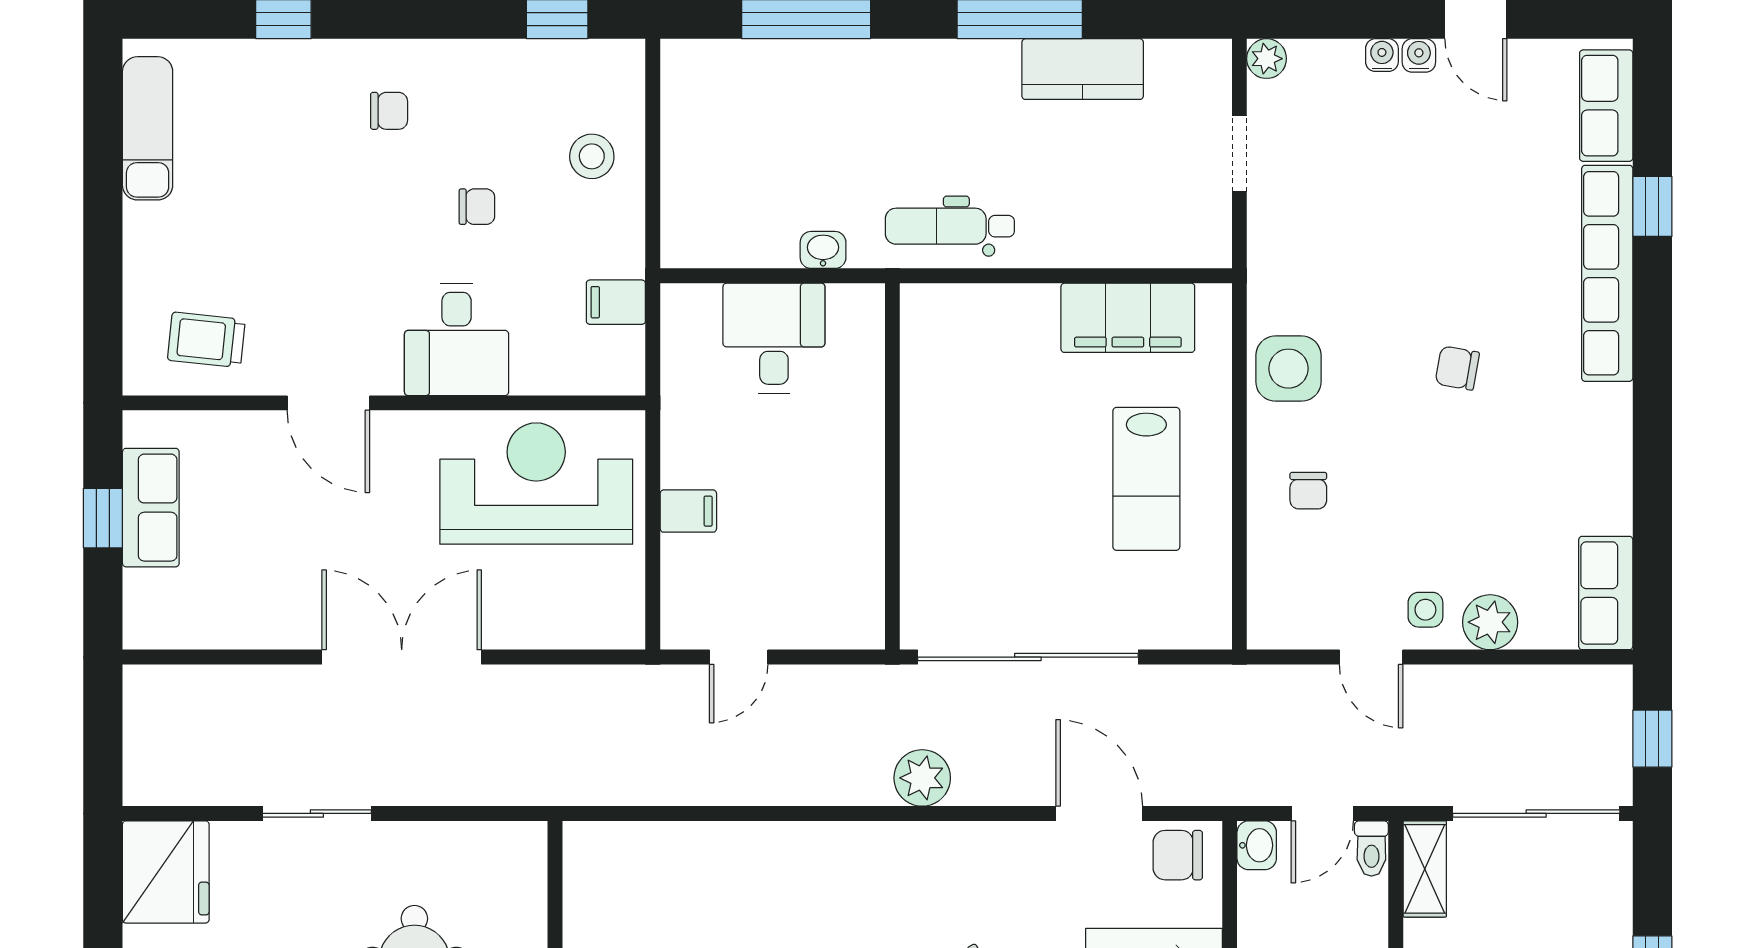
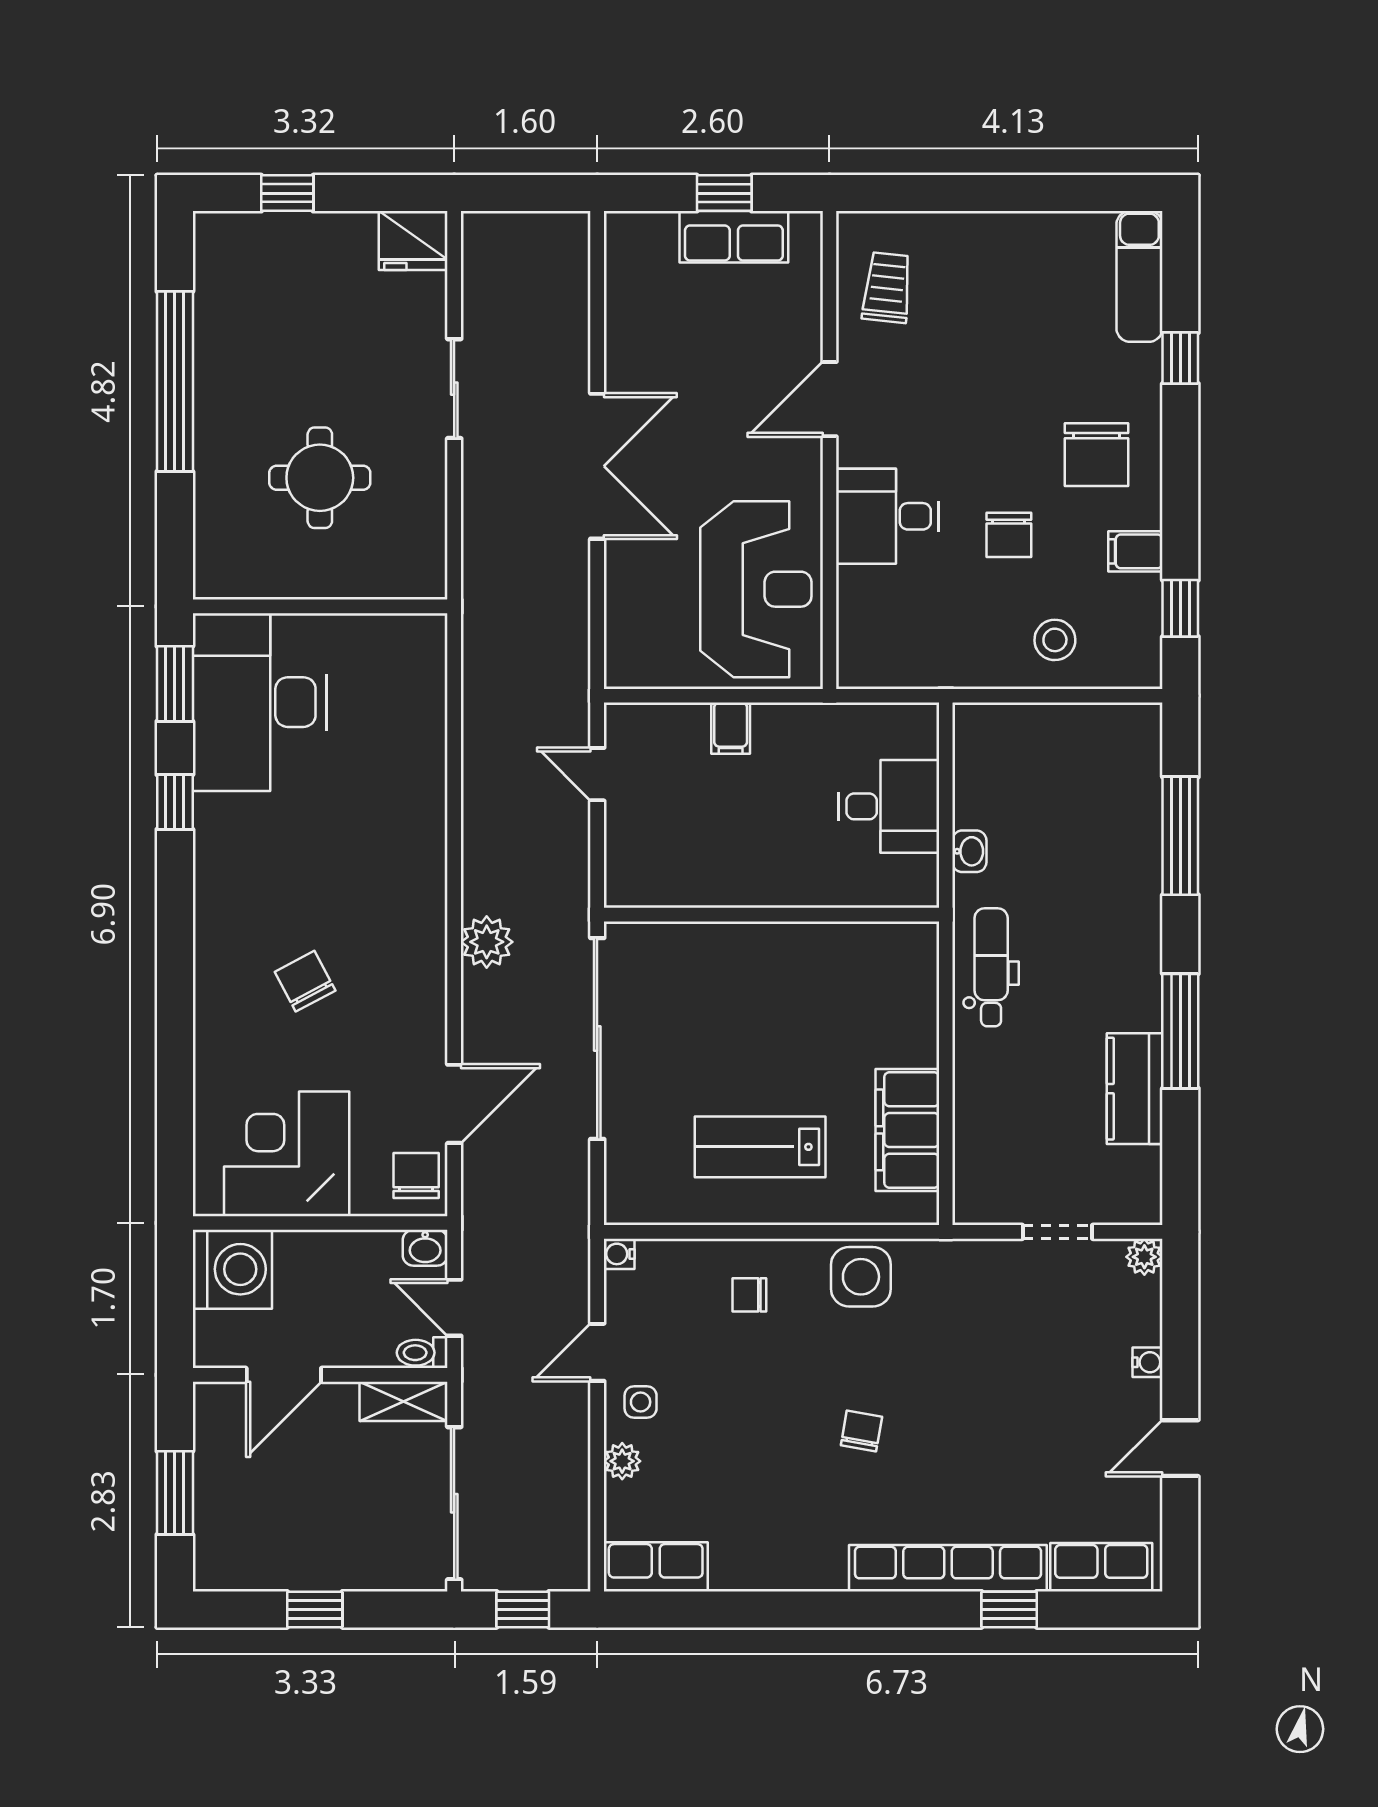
water cooler: (1419, 55) -> (619, 1254), moved, turned 180
chair: (389, 111) -> (1097, 455), width x1.87, depth x1.87
exam couch: (148, 128) -> (1139, 276), moved, turned 90
chair: (477, 207) -> (1009, 535), width x1.37, depth x1.37
filing cabinet: (616, 302) -> (1135, 551), moved, turned -90
plant: (1490, 622) -> (622, 1461), width x0.73, depth x0.73
fridge: (166, 872) -> (413, 240), width x0.73, depth x0.75

